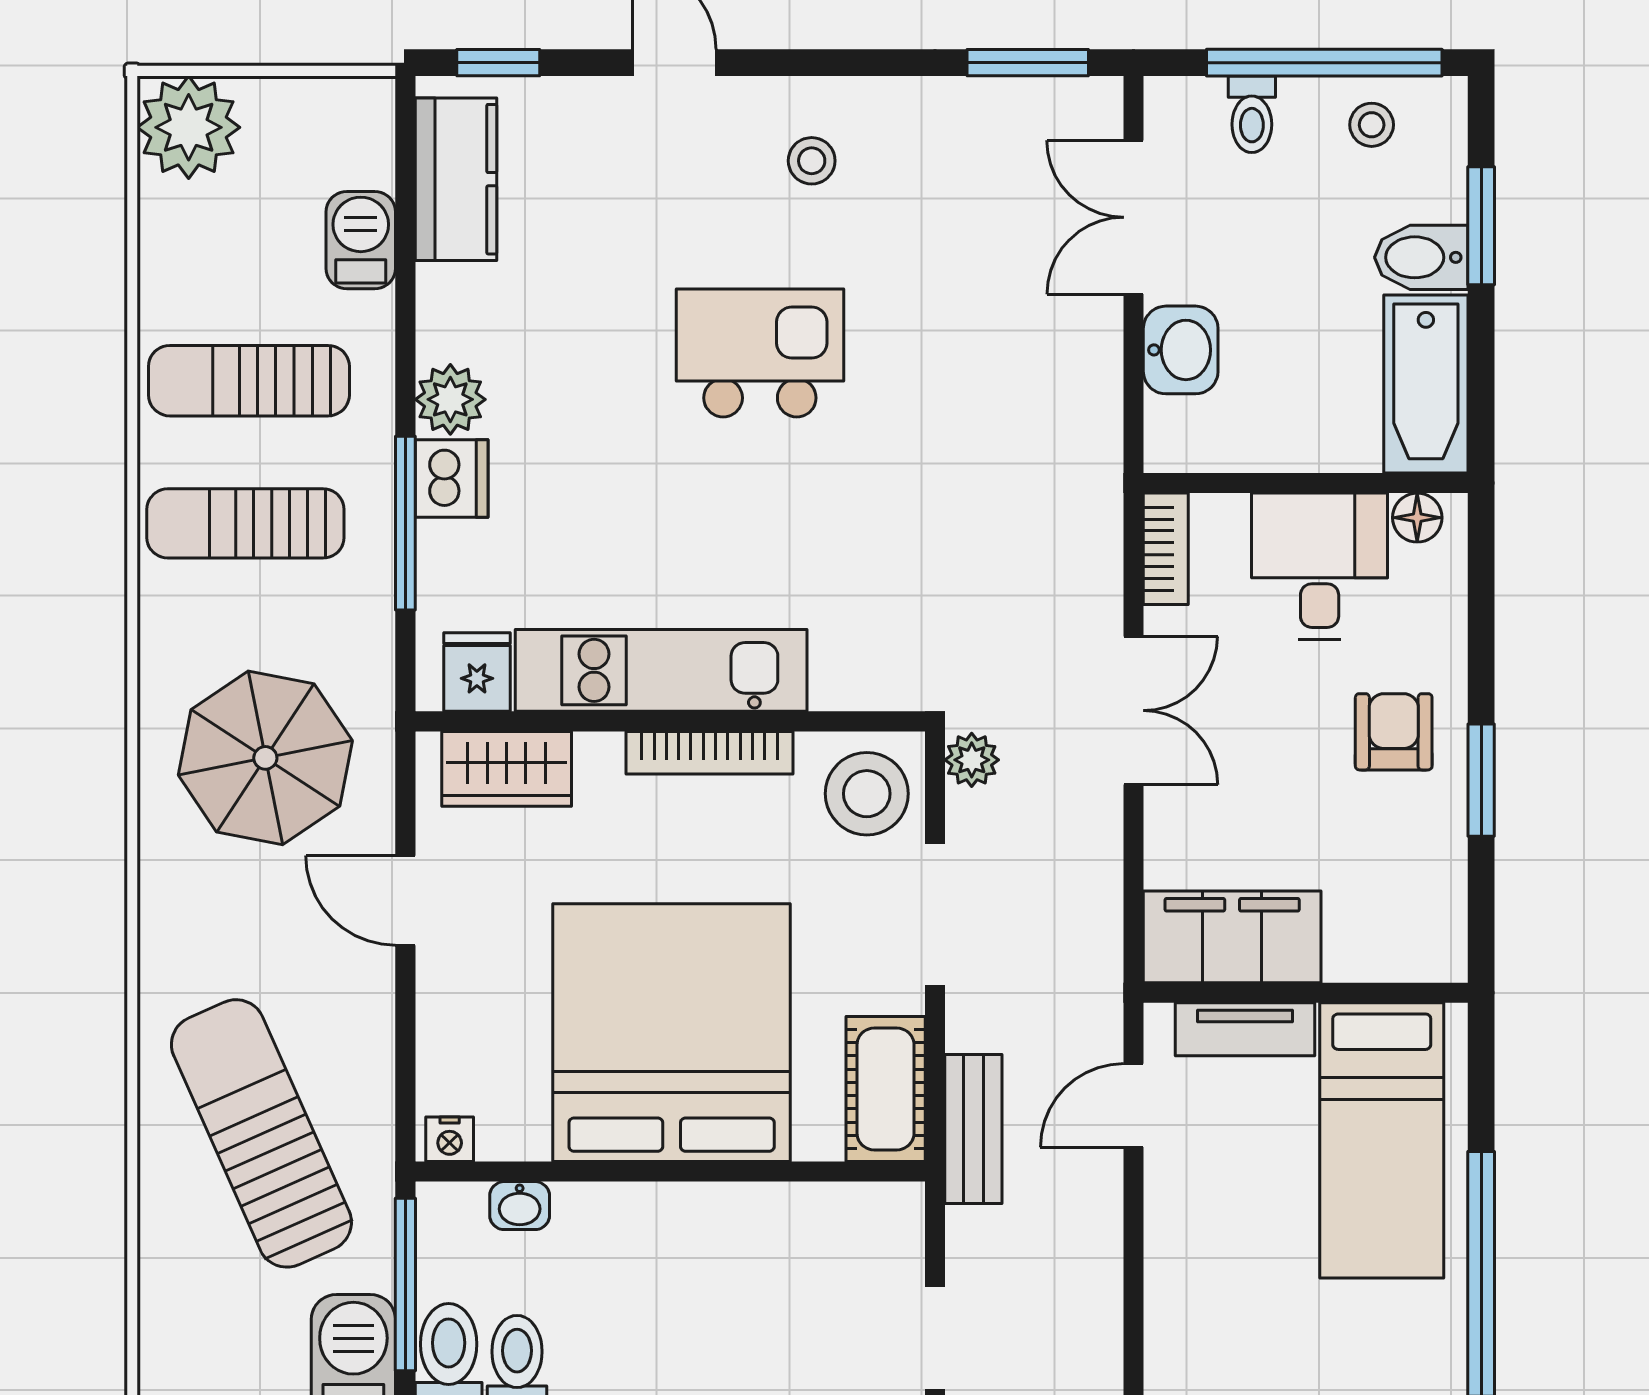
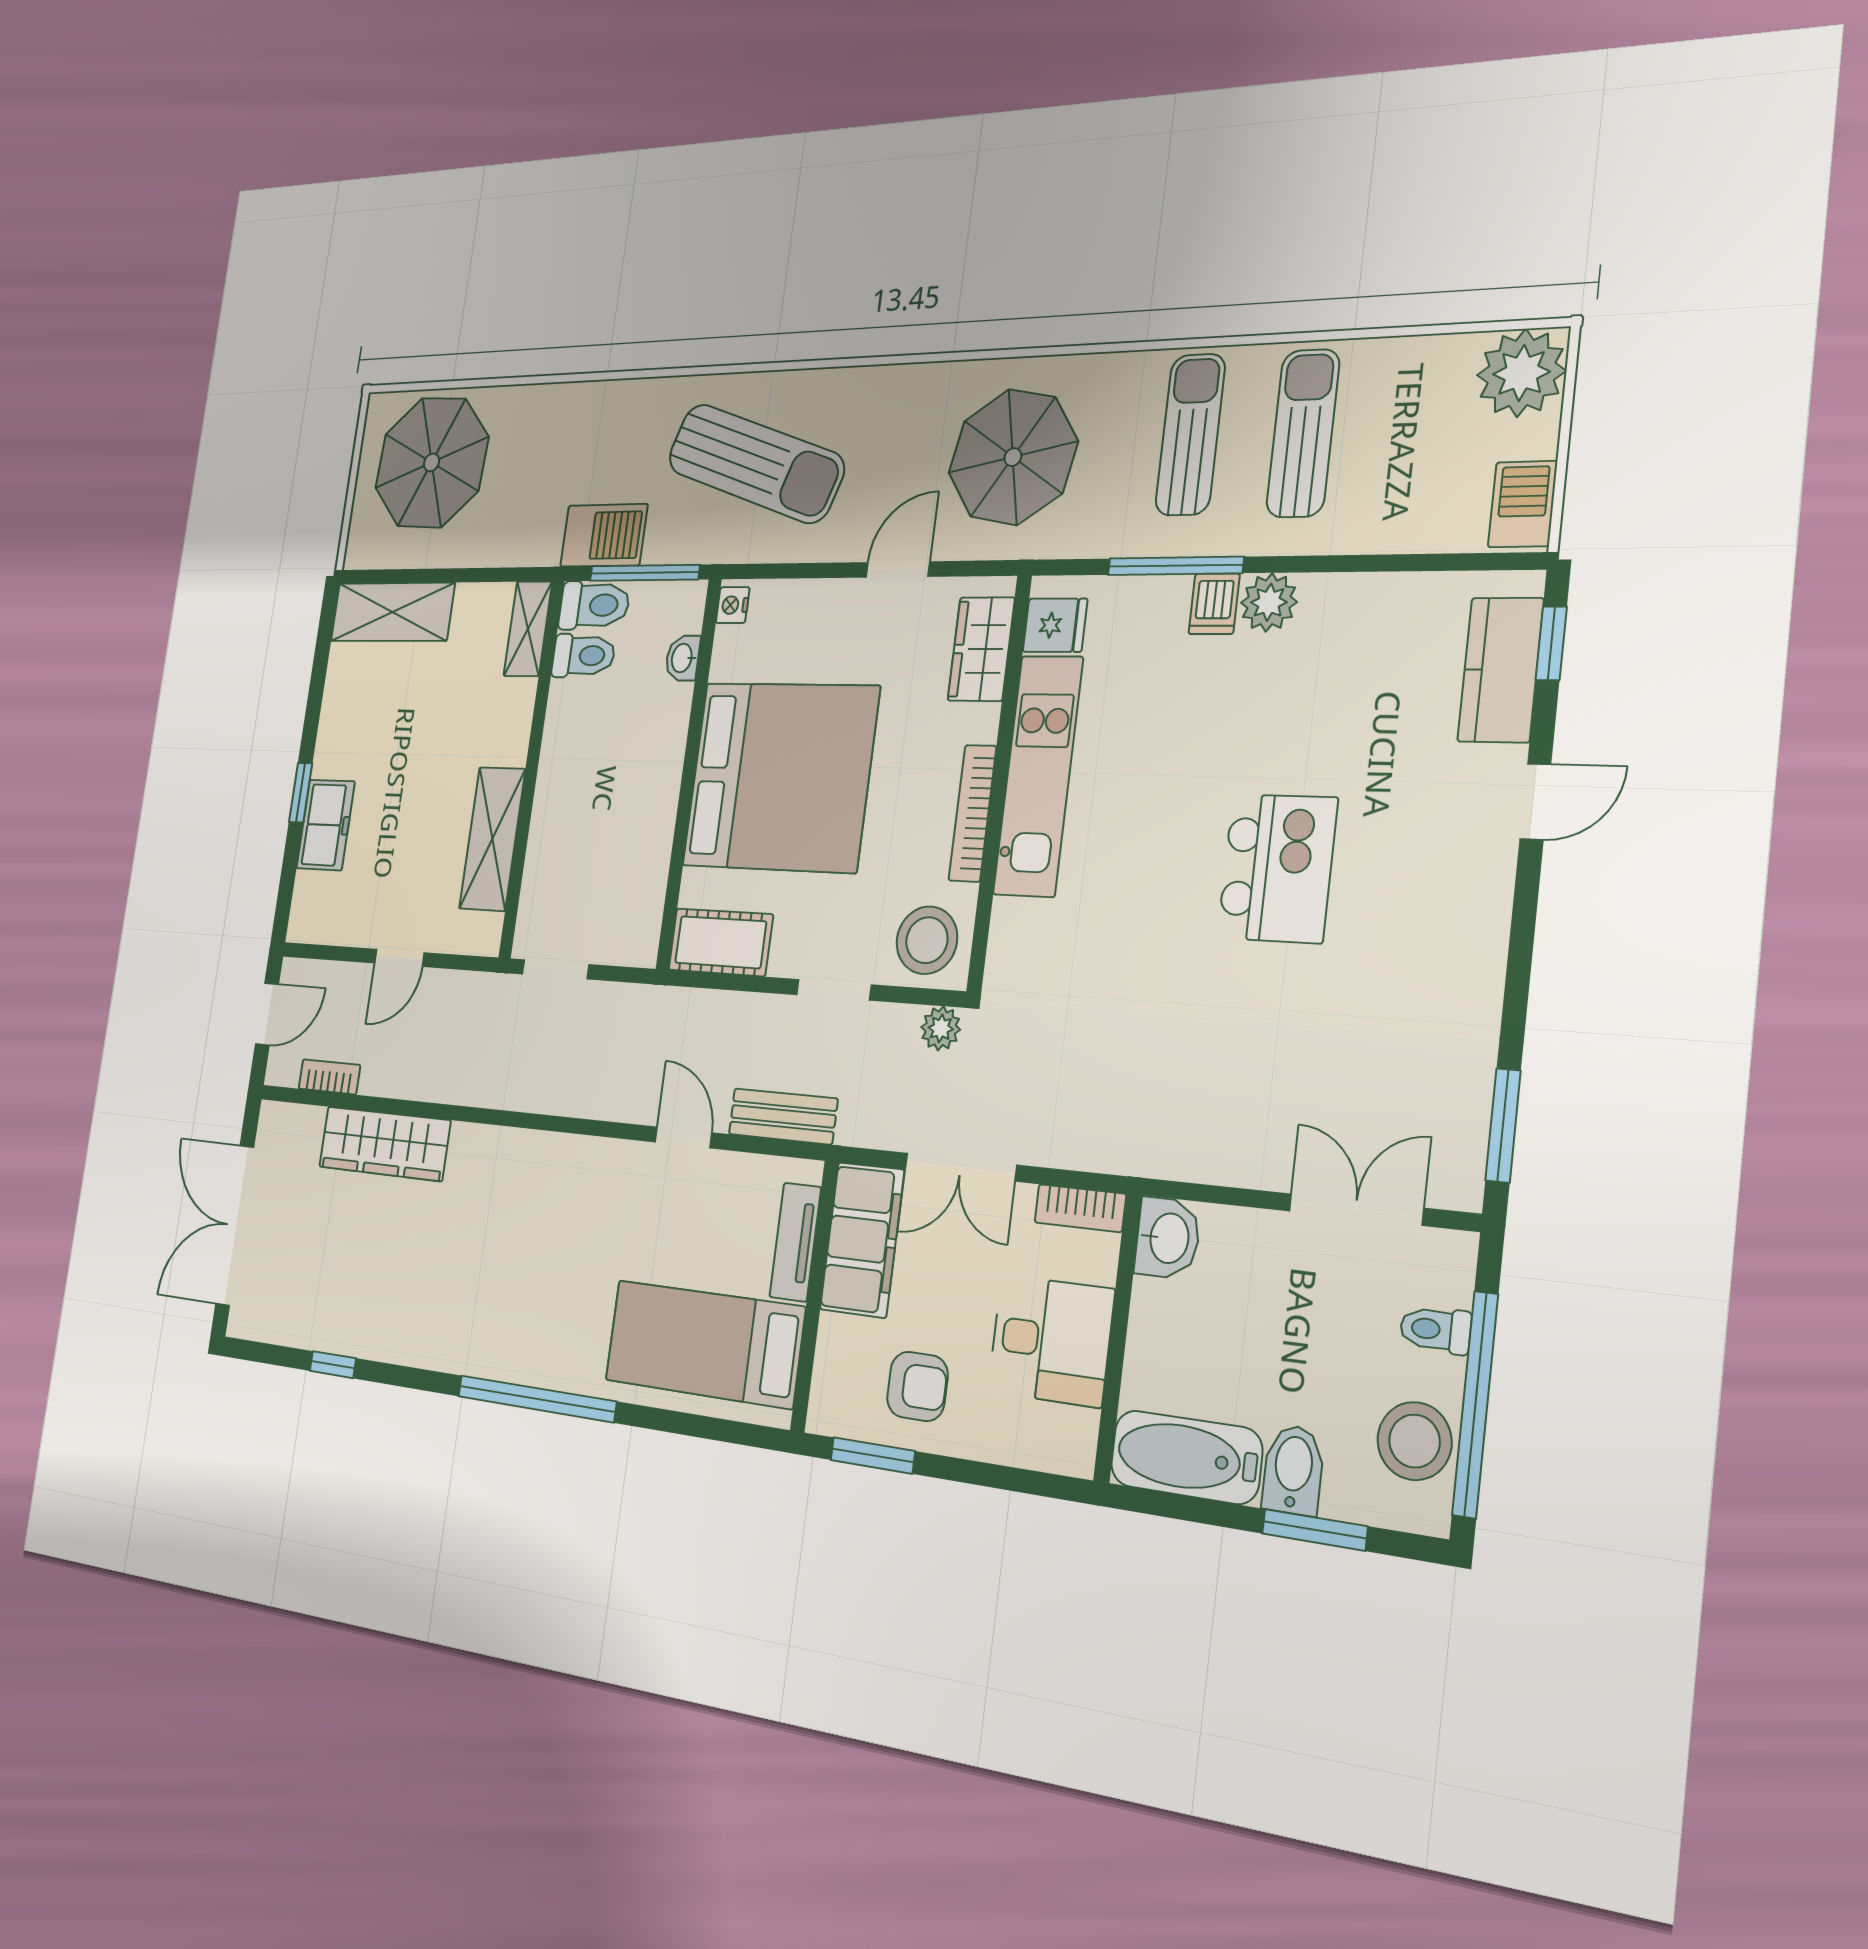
stool: (1372, 125) -> (1415, 1441), width x1.89, depth x1.89
stool: (812, 161) -> (1436, 922), removed
kitchen counter: (456, 179) -> (1500, 670), moved, turned 90
barbecue: (361, 240) -> (1523, 504), moved, turned -90
washbasin: (1181, 350) -> (1168, 1238), moved, turned -90
dishwasher: (452, 479) -> (1214, 604), width x0.73
floor lamp: (1417, 518) -> (1079, 1432), removed
doorway: (935, 915) -> (834, 990), width x0.73
filing cabinet: (1232, 937) -> (862, 1240), moved
wall: (1306, 993) -> (815, 1296), moved
tv unit: (1245, 1029) -> (795, 1242), moved
bench: (973, 1129) -> (783, 1116), moved
sun lounger: (261, 1133) -> (756, 463), turned 43
bed: (1382, 1140) -> (704, 1344), moved

